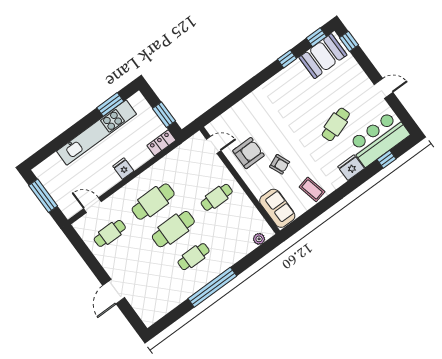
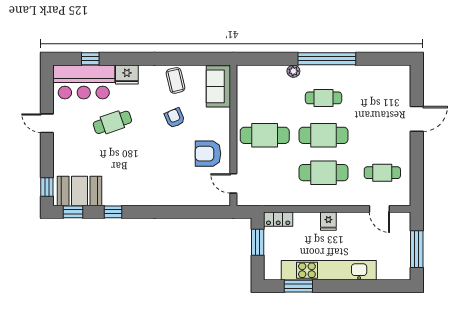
armchair: (280, 164) -> (175, 118), moved
cafe table: (217, 197) -> (265, 135), width x1.37, depth x1.35
plant: (259, 239) -> (293, 71), moved

